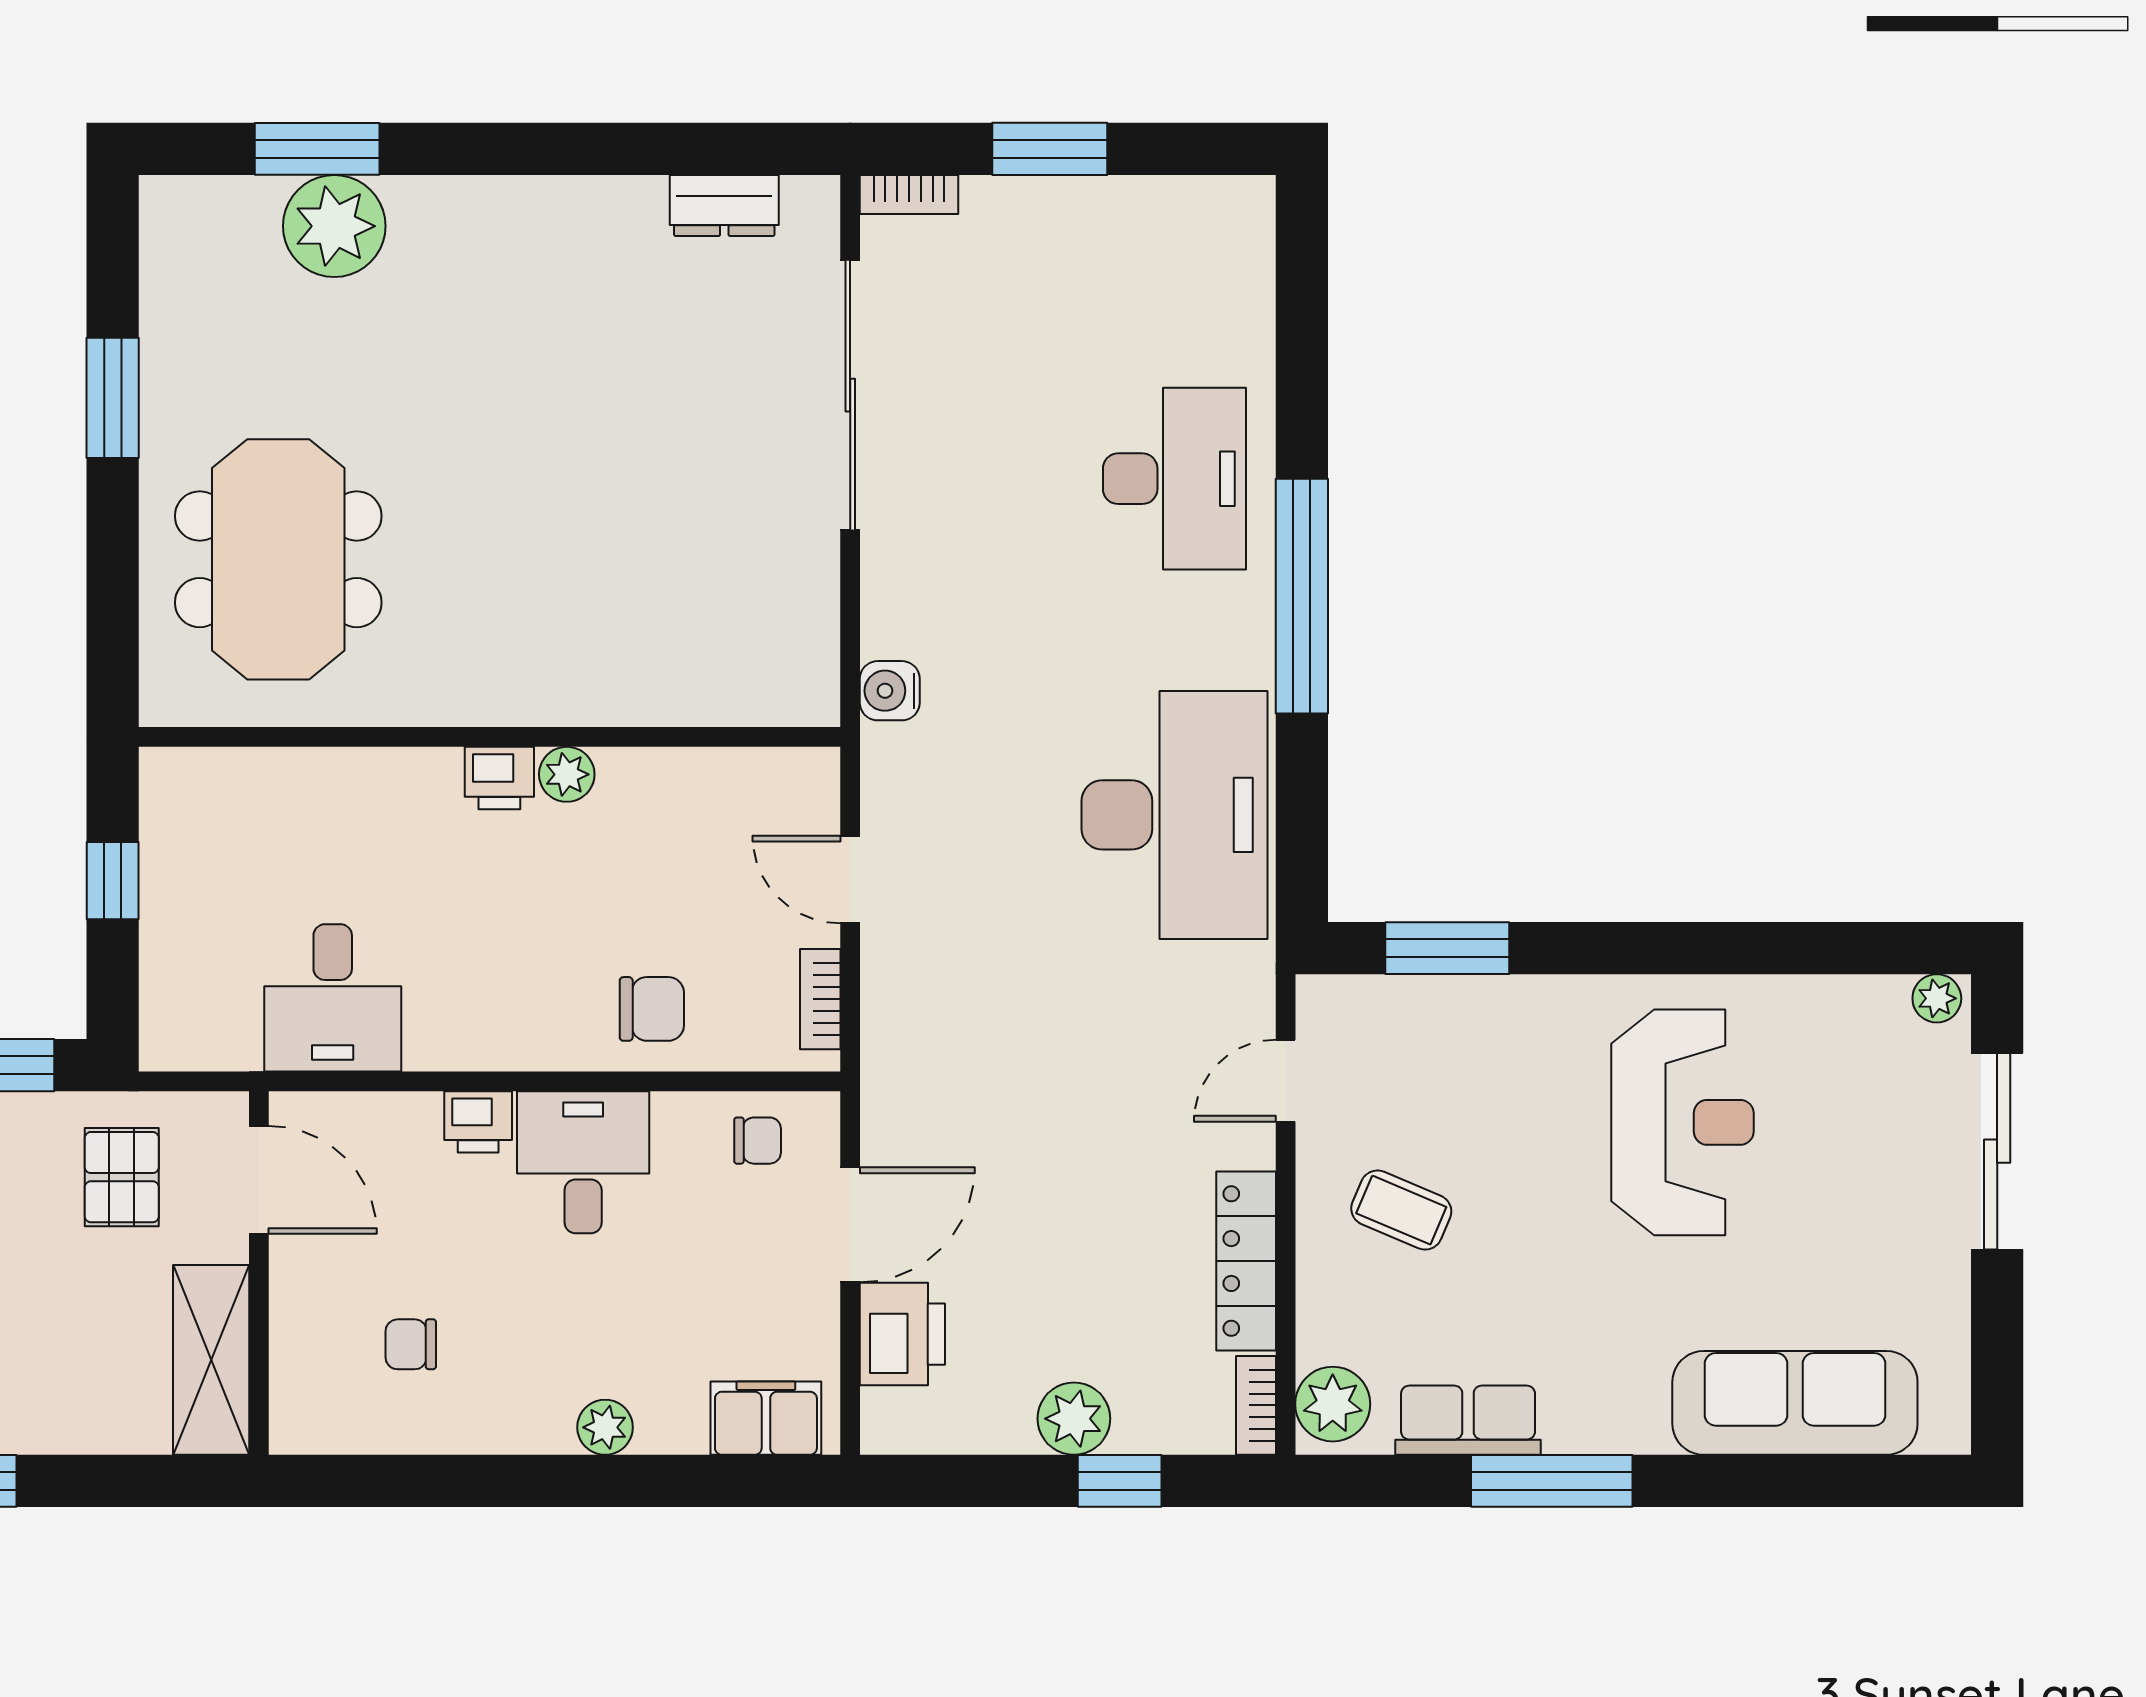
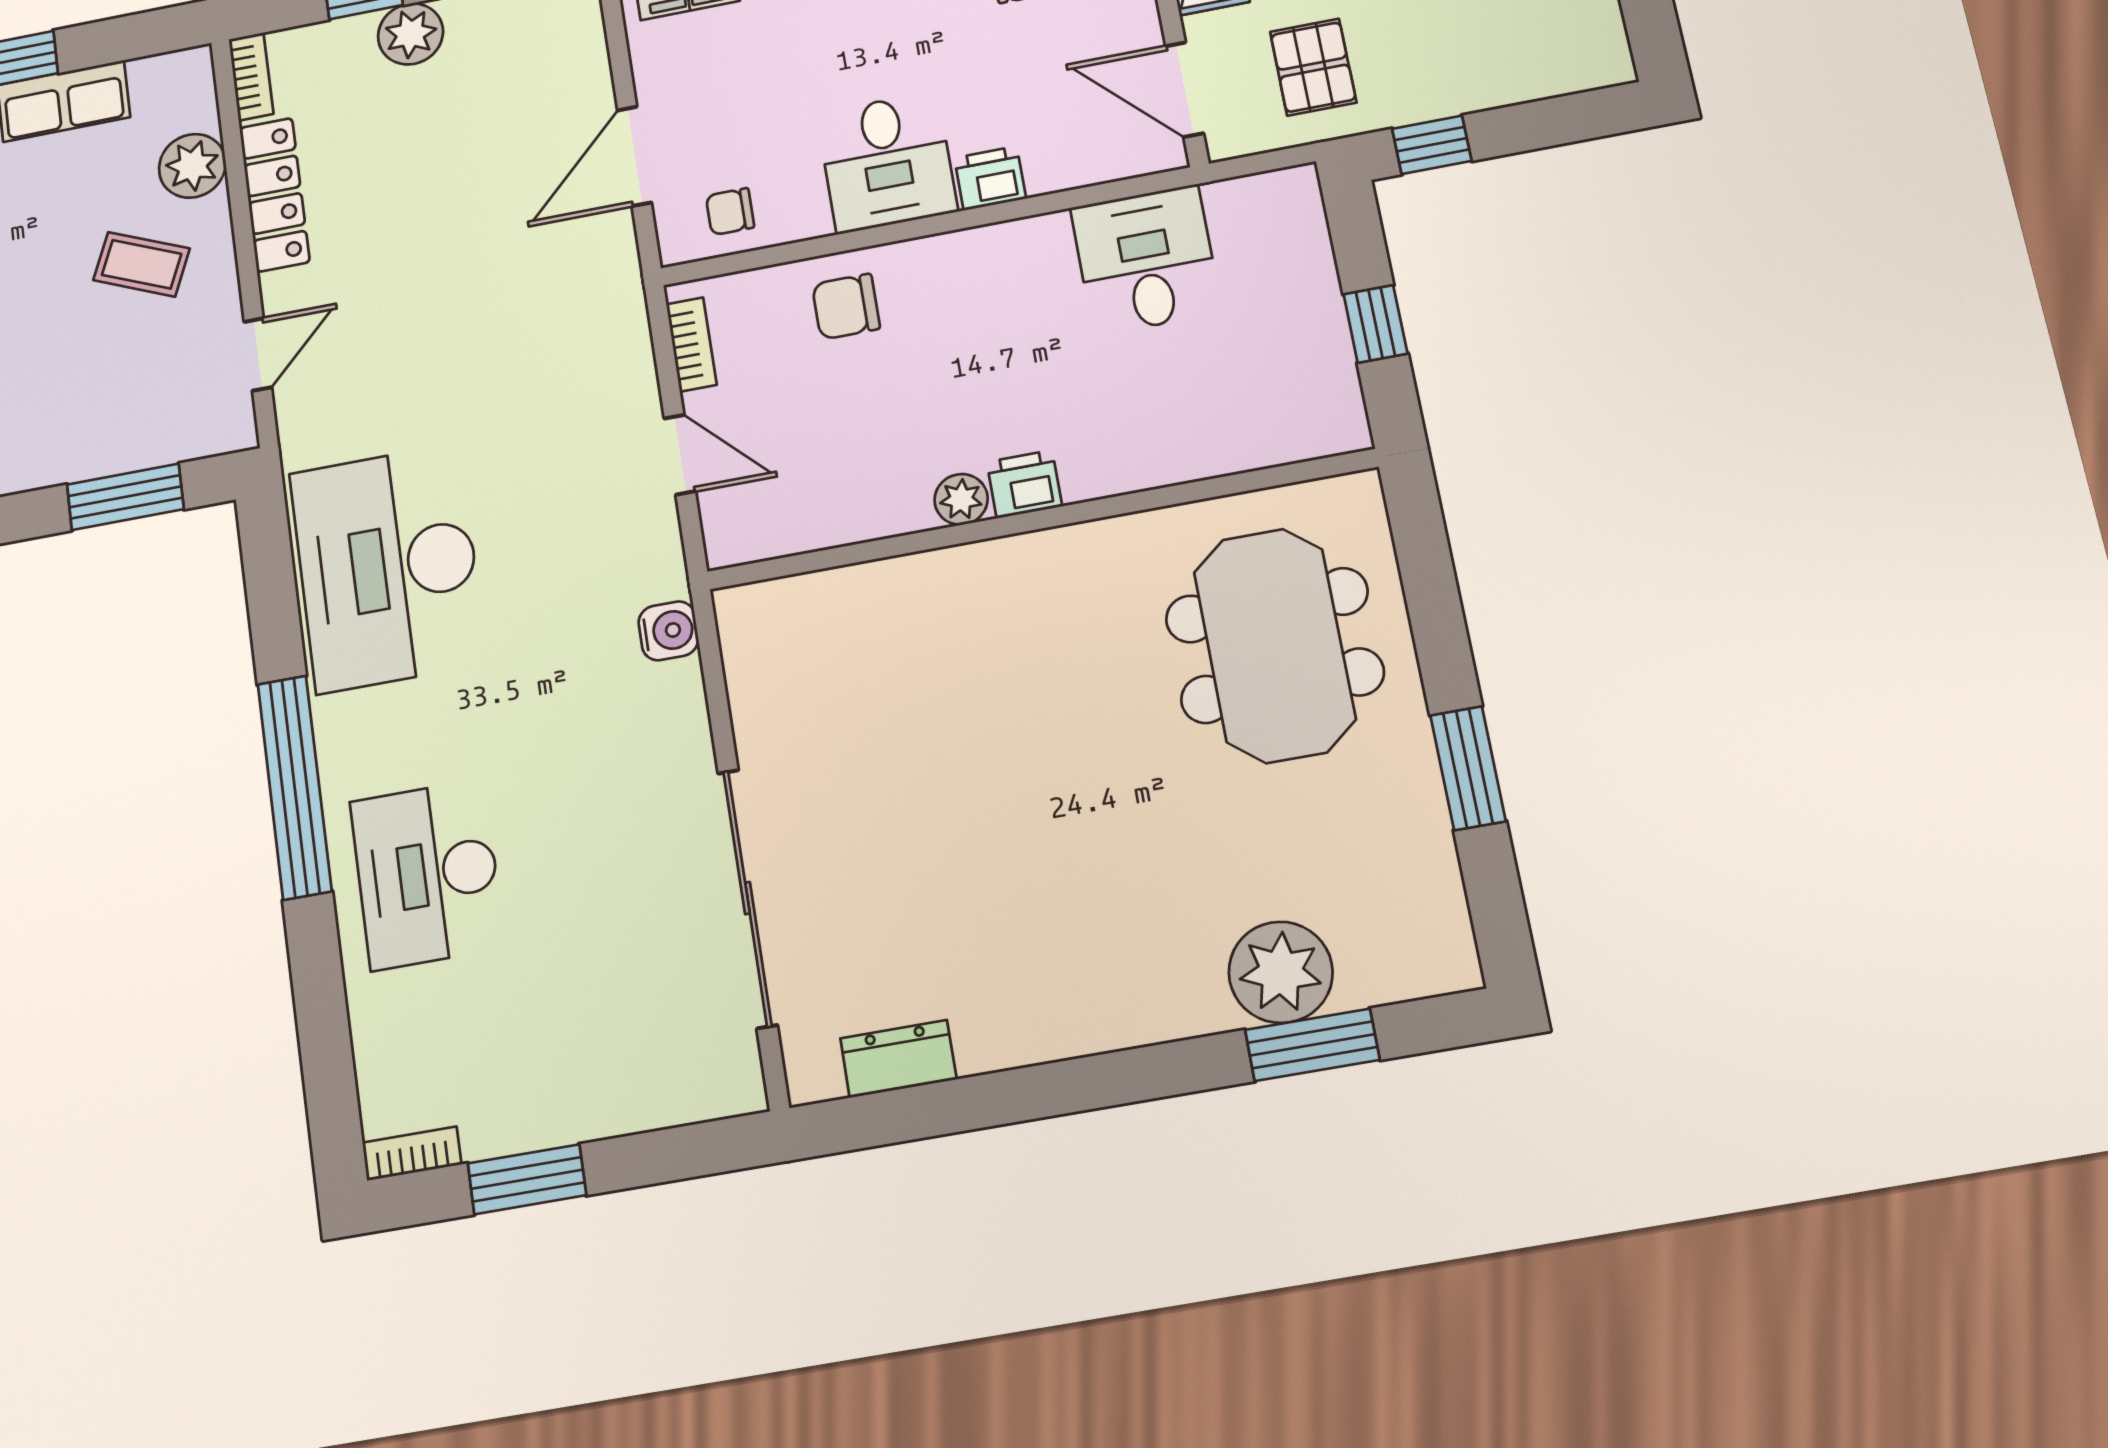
window: (1050, 149) -> (527, 1179), moved
bookcase: (909, 195) -> (412, 1154), moved
printer: (902, 1334) -> (574, 74), removed
plant: (1333, 1404) -> (192, 166), moved

